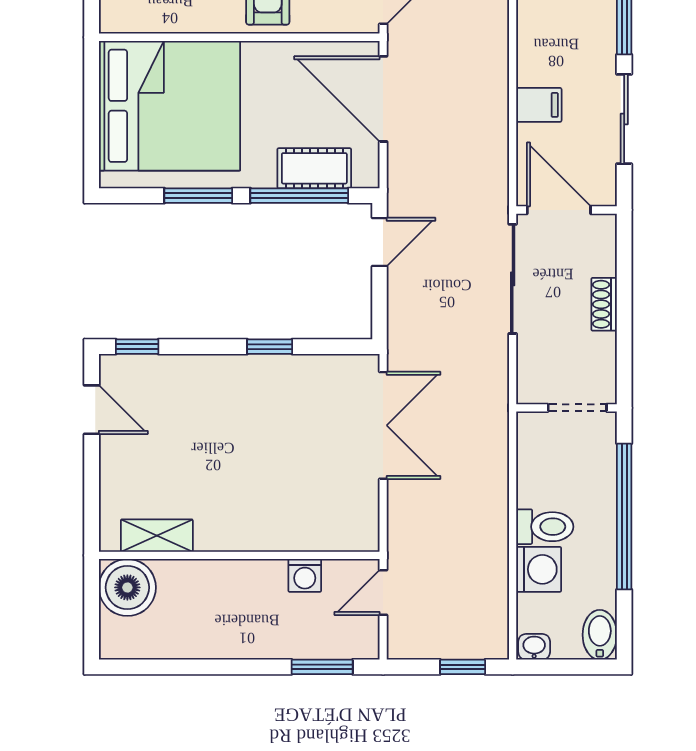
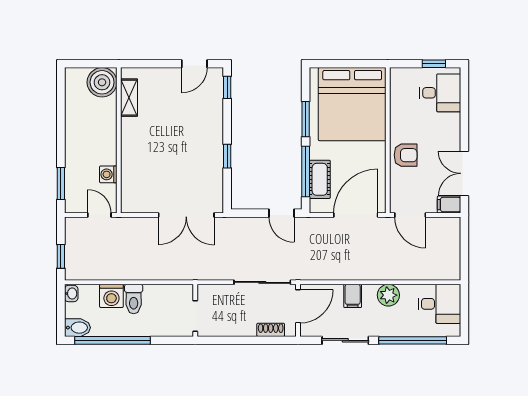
plant: (537, 36) -> (388, 295), added
shoe rack: (604, 304) -> (271, 330), moved
window: (624, 517) -> (112, 340), moved

